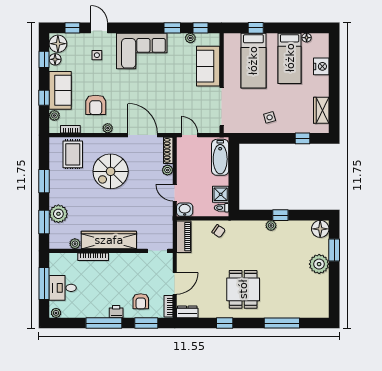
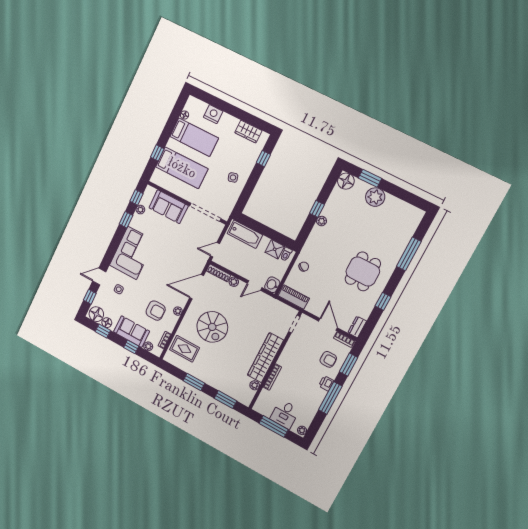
plant: (58, 214) -> (225, 385), removed
dining table: (243, 289) -> (363, 271), turned 90

